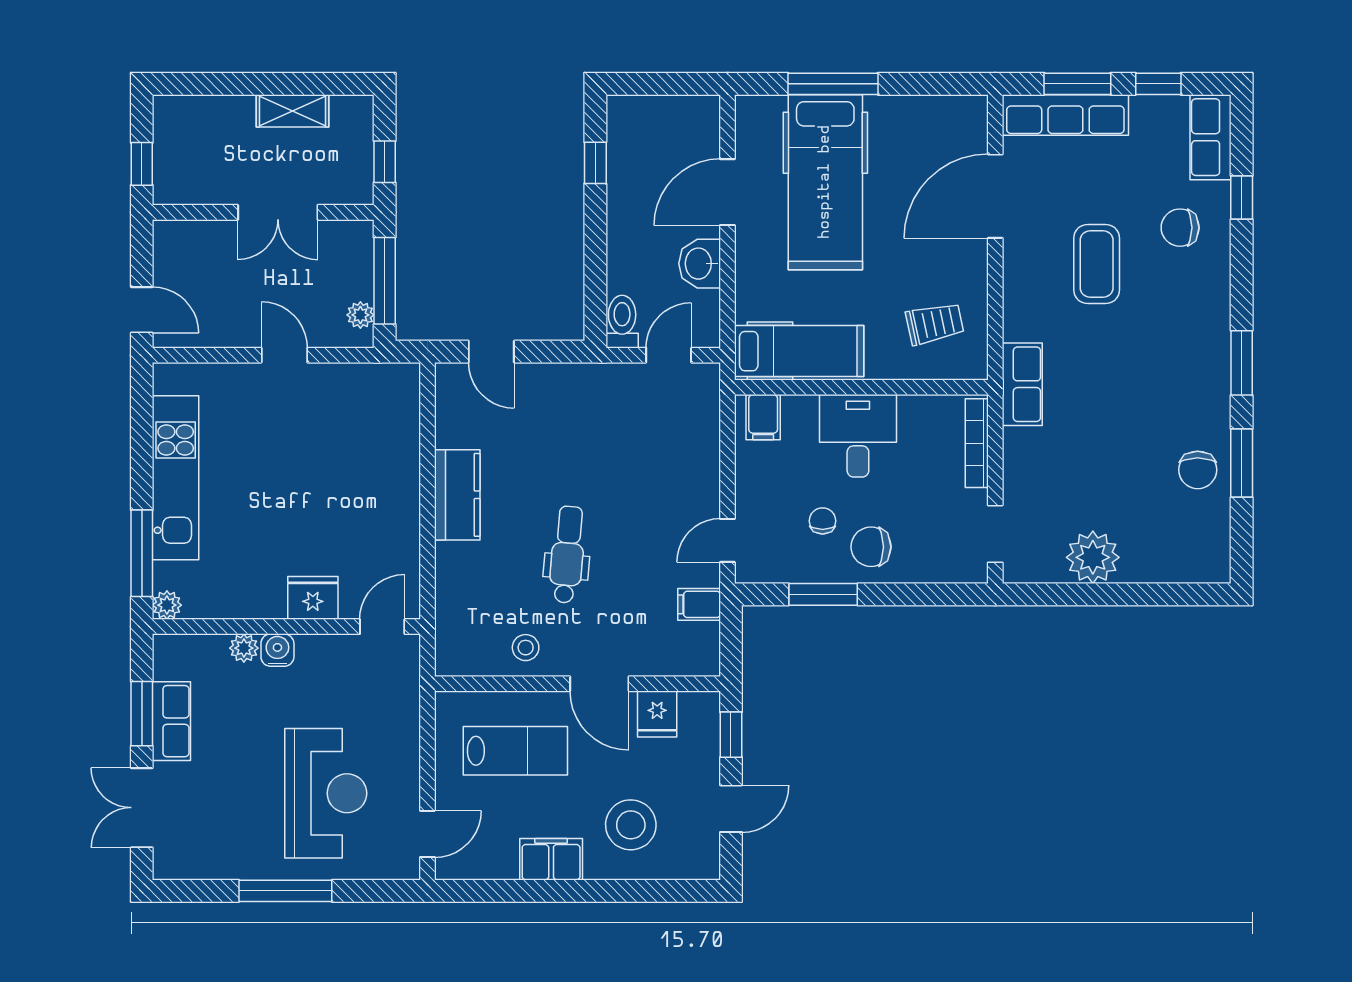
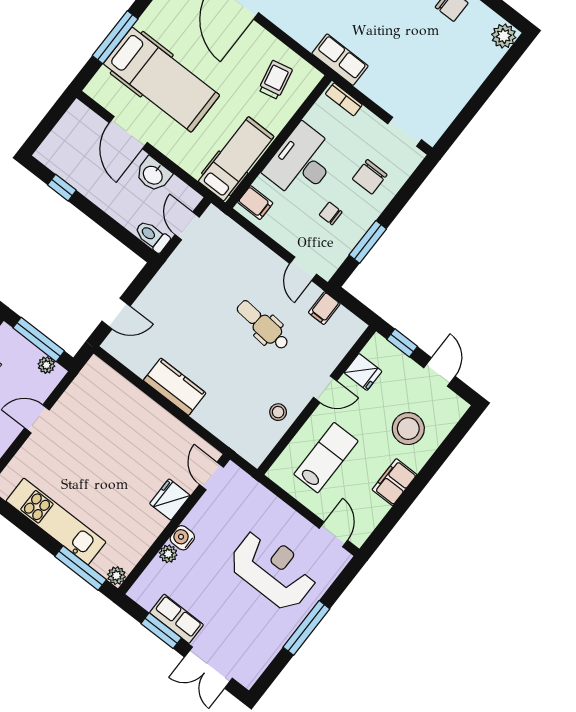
desk: (858, 436) -> (302, 162), width x1.37
bookcase: (977, 443) -> (344, 99), width x0.64
chair: (871, 547) -> (370, 177), moved
dental chair: (567, 555) -> (263, 325), moved
plant: (1093, 557) -> (504, 36), moved, width x0.73, depth x0.73
door: (599, 684) -> (325, 389), width x0.73

